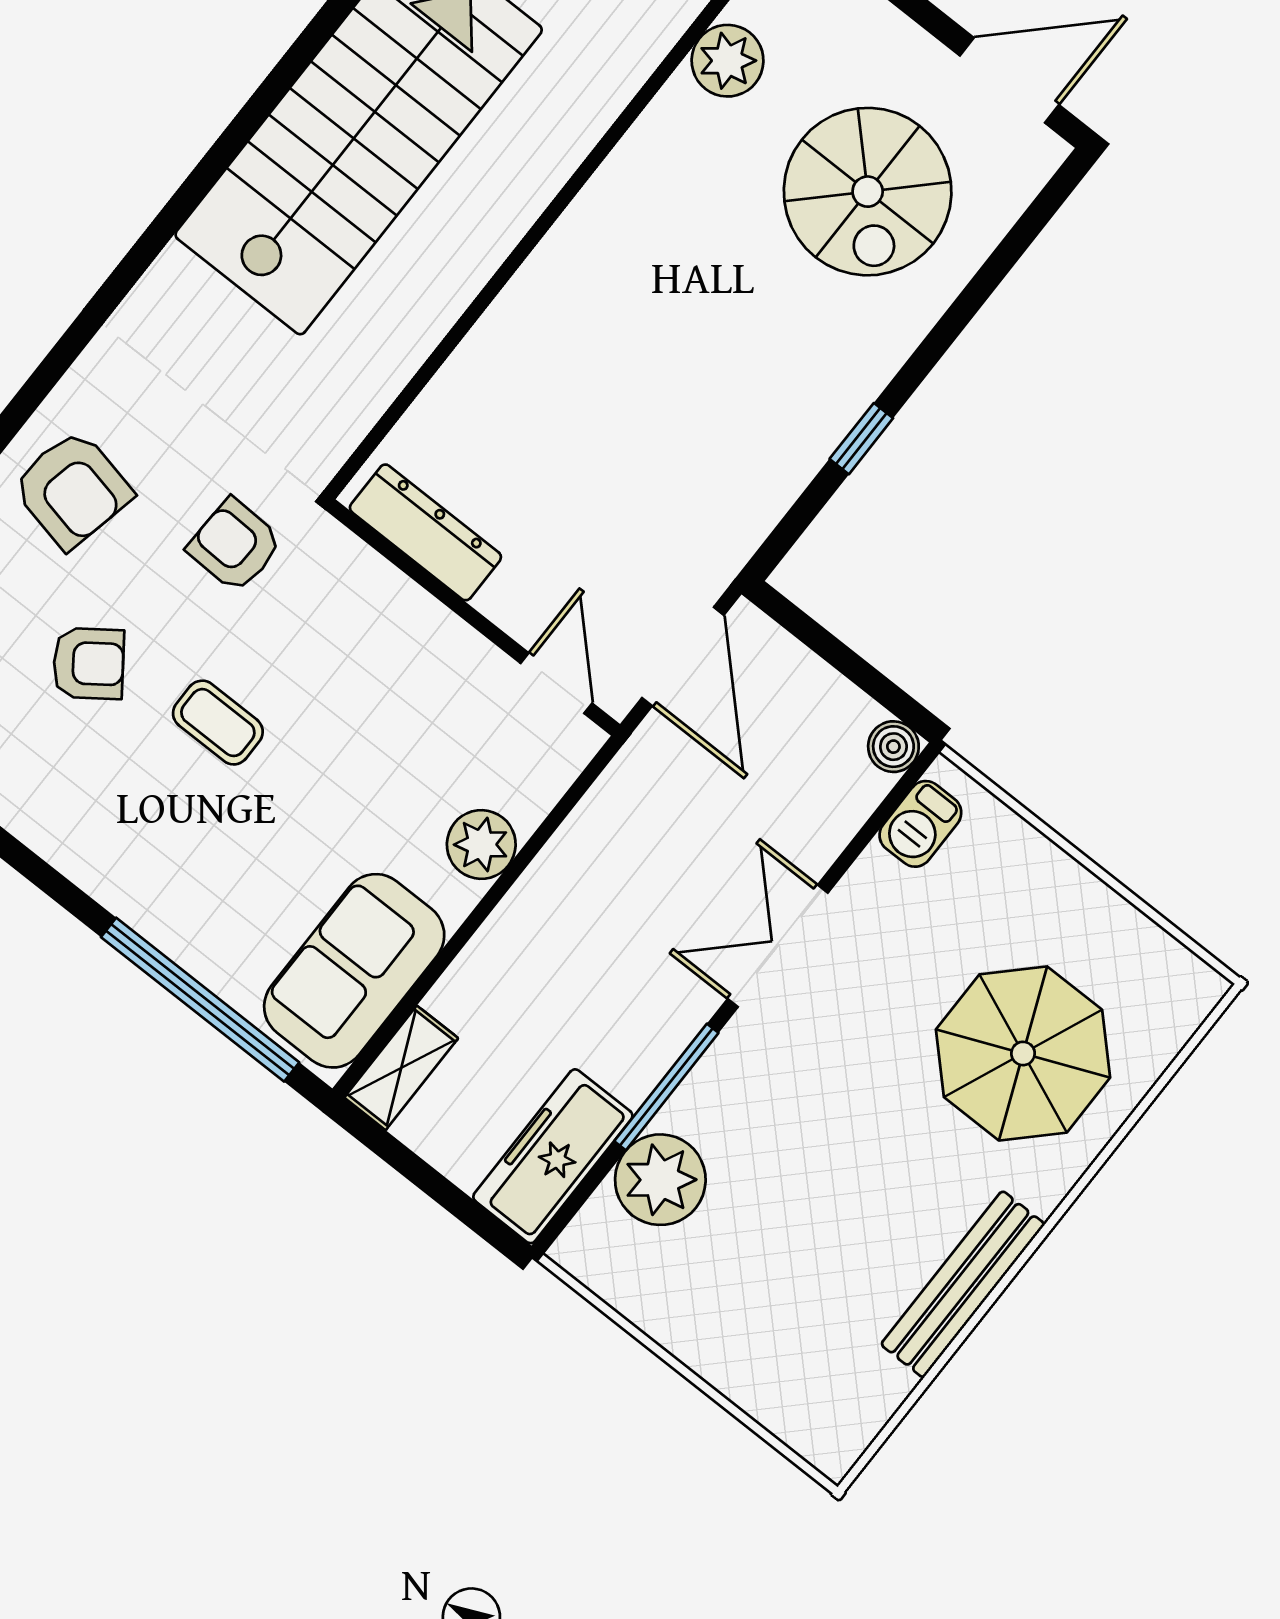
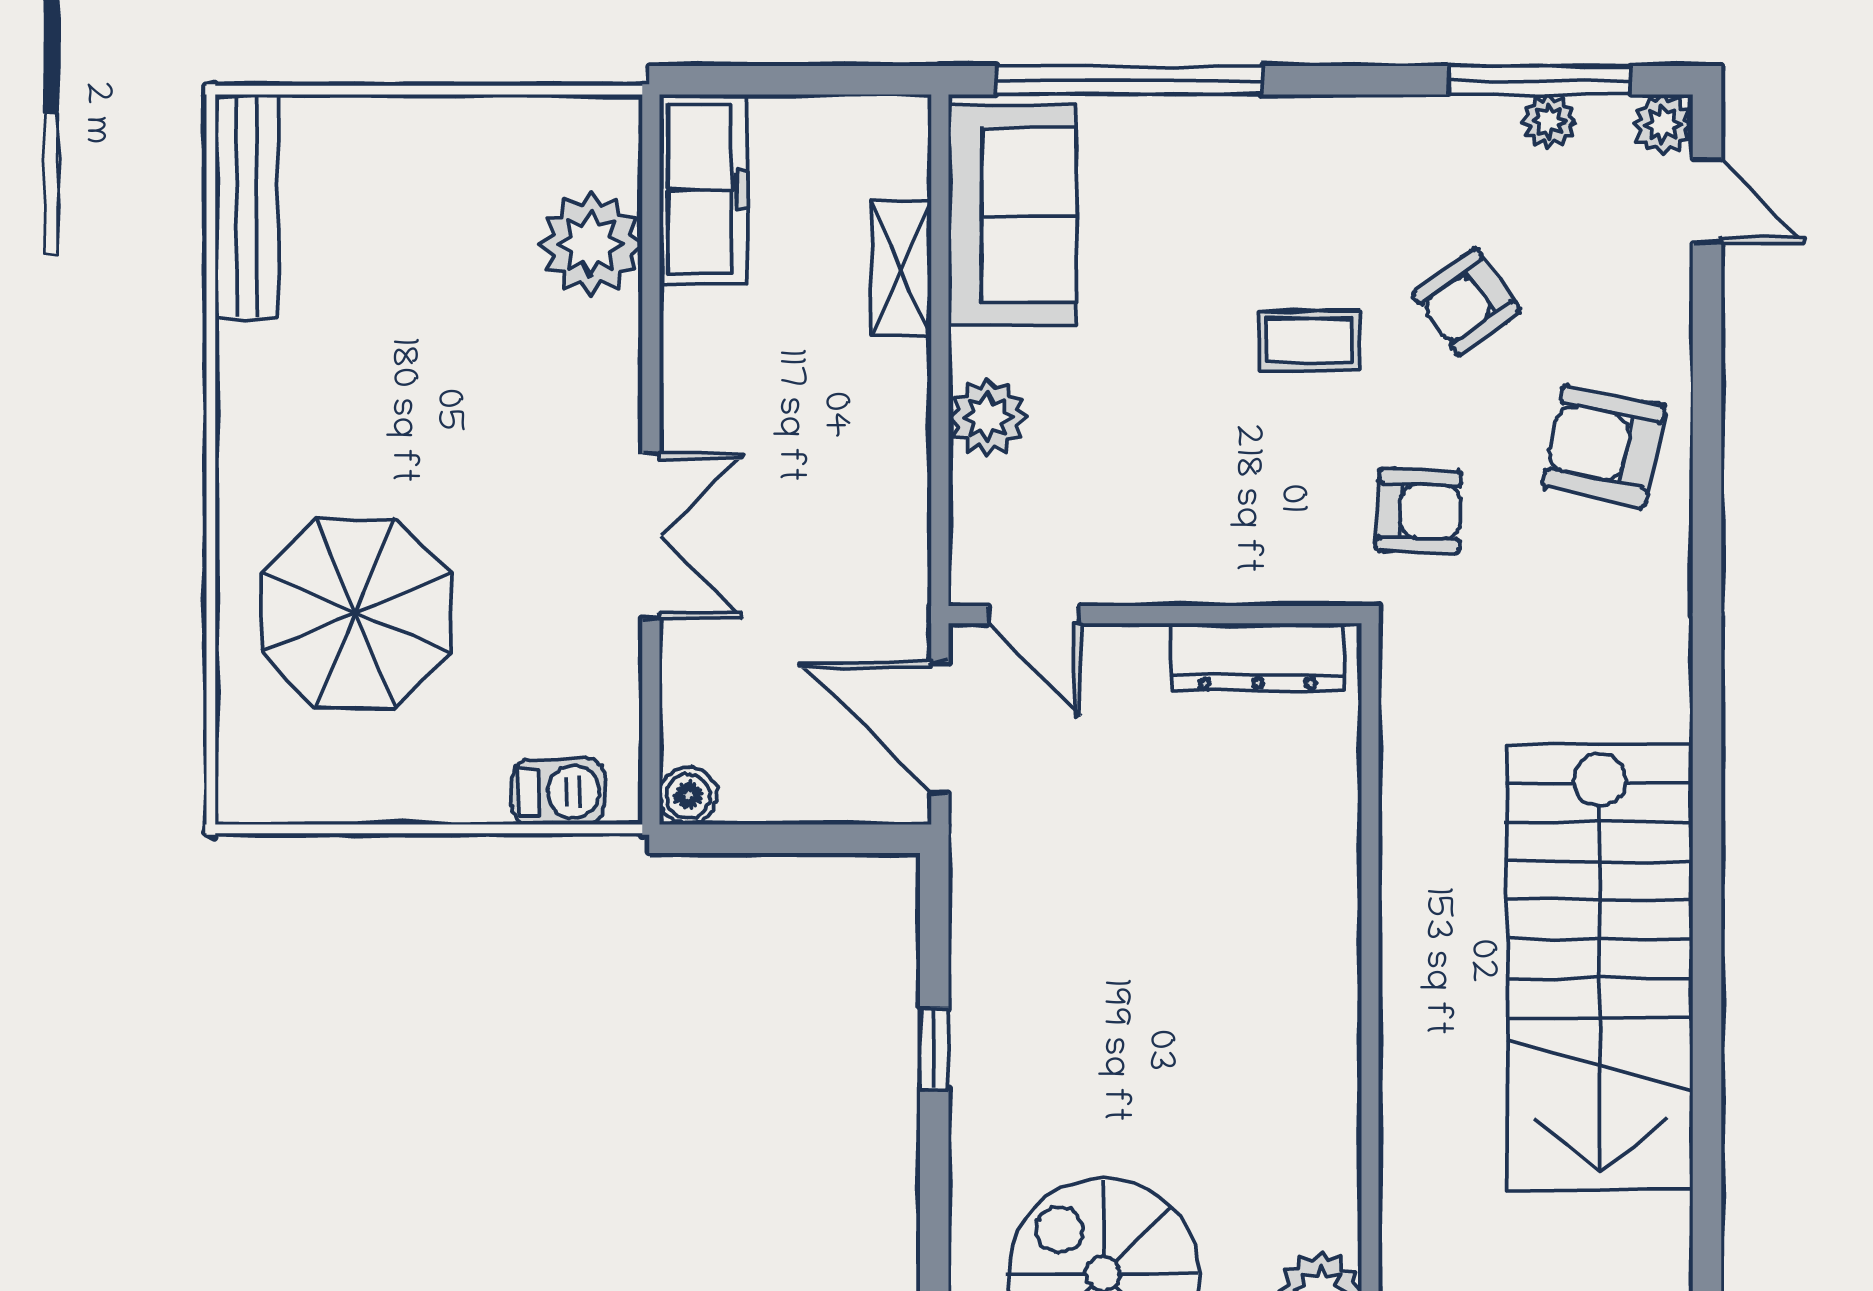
barbecue: (920, 824) -> (559, 792), moved, turned 90
shelving: (401, 1068) -> (901, 268), moved
window: (666, 1087) -> (651, 331), removed
bench: (963, 1284) -> (247, 206), moved

